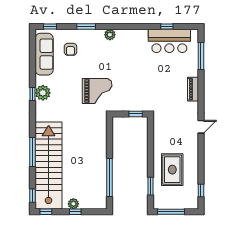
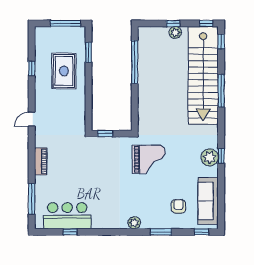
grand piano: (97, 91) -> (149, 159), turned 180
window: (201, 191) -> (32, 68), moved

